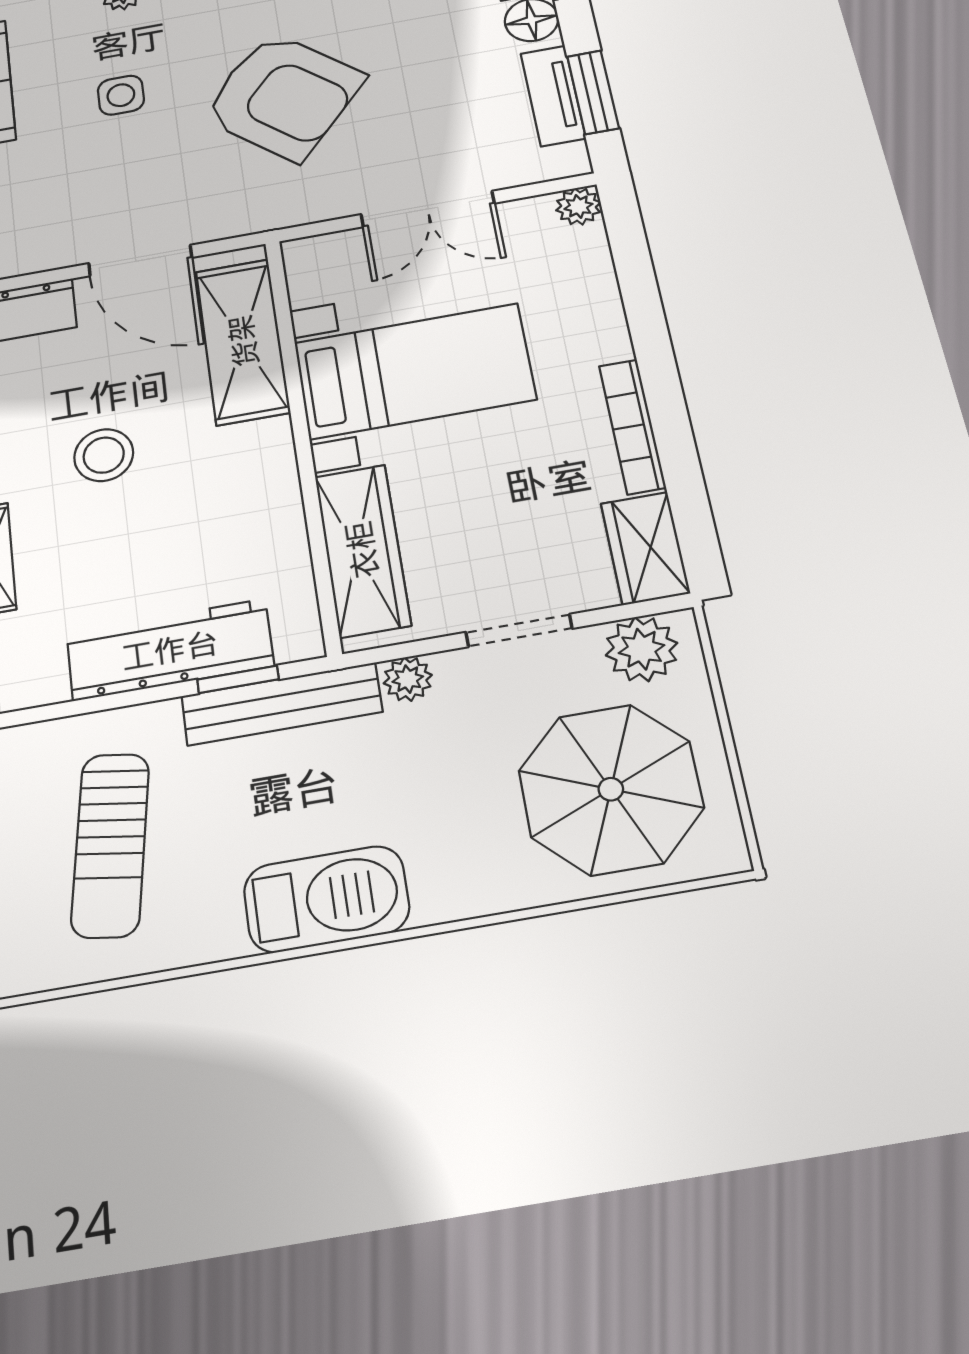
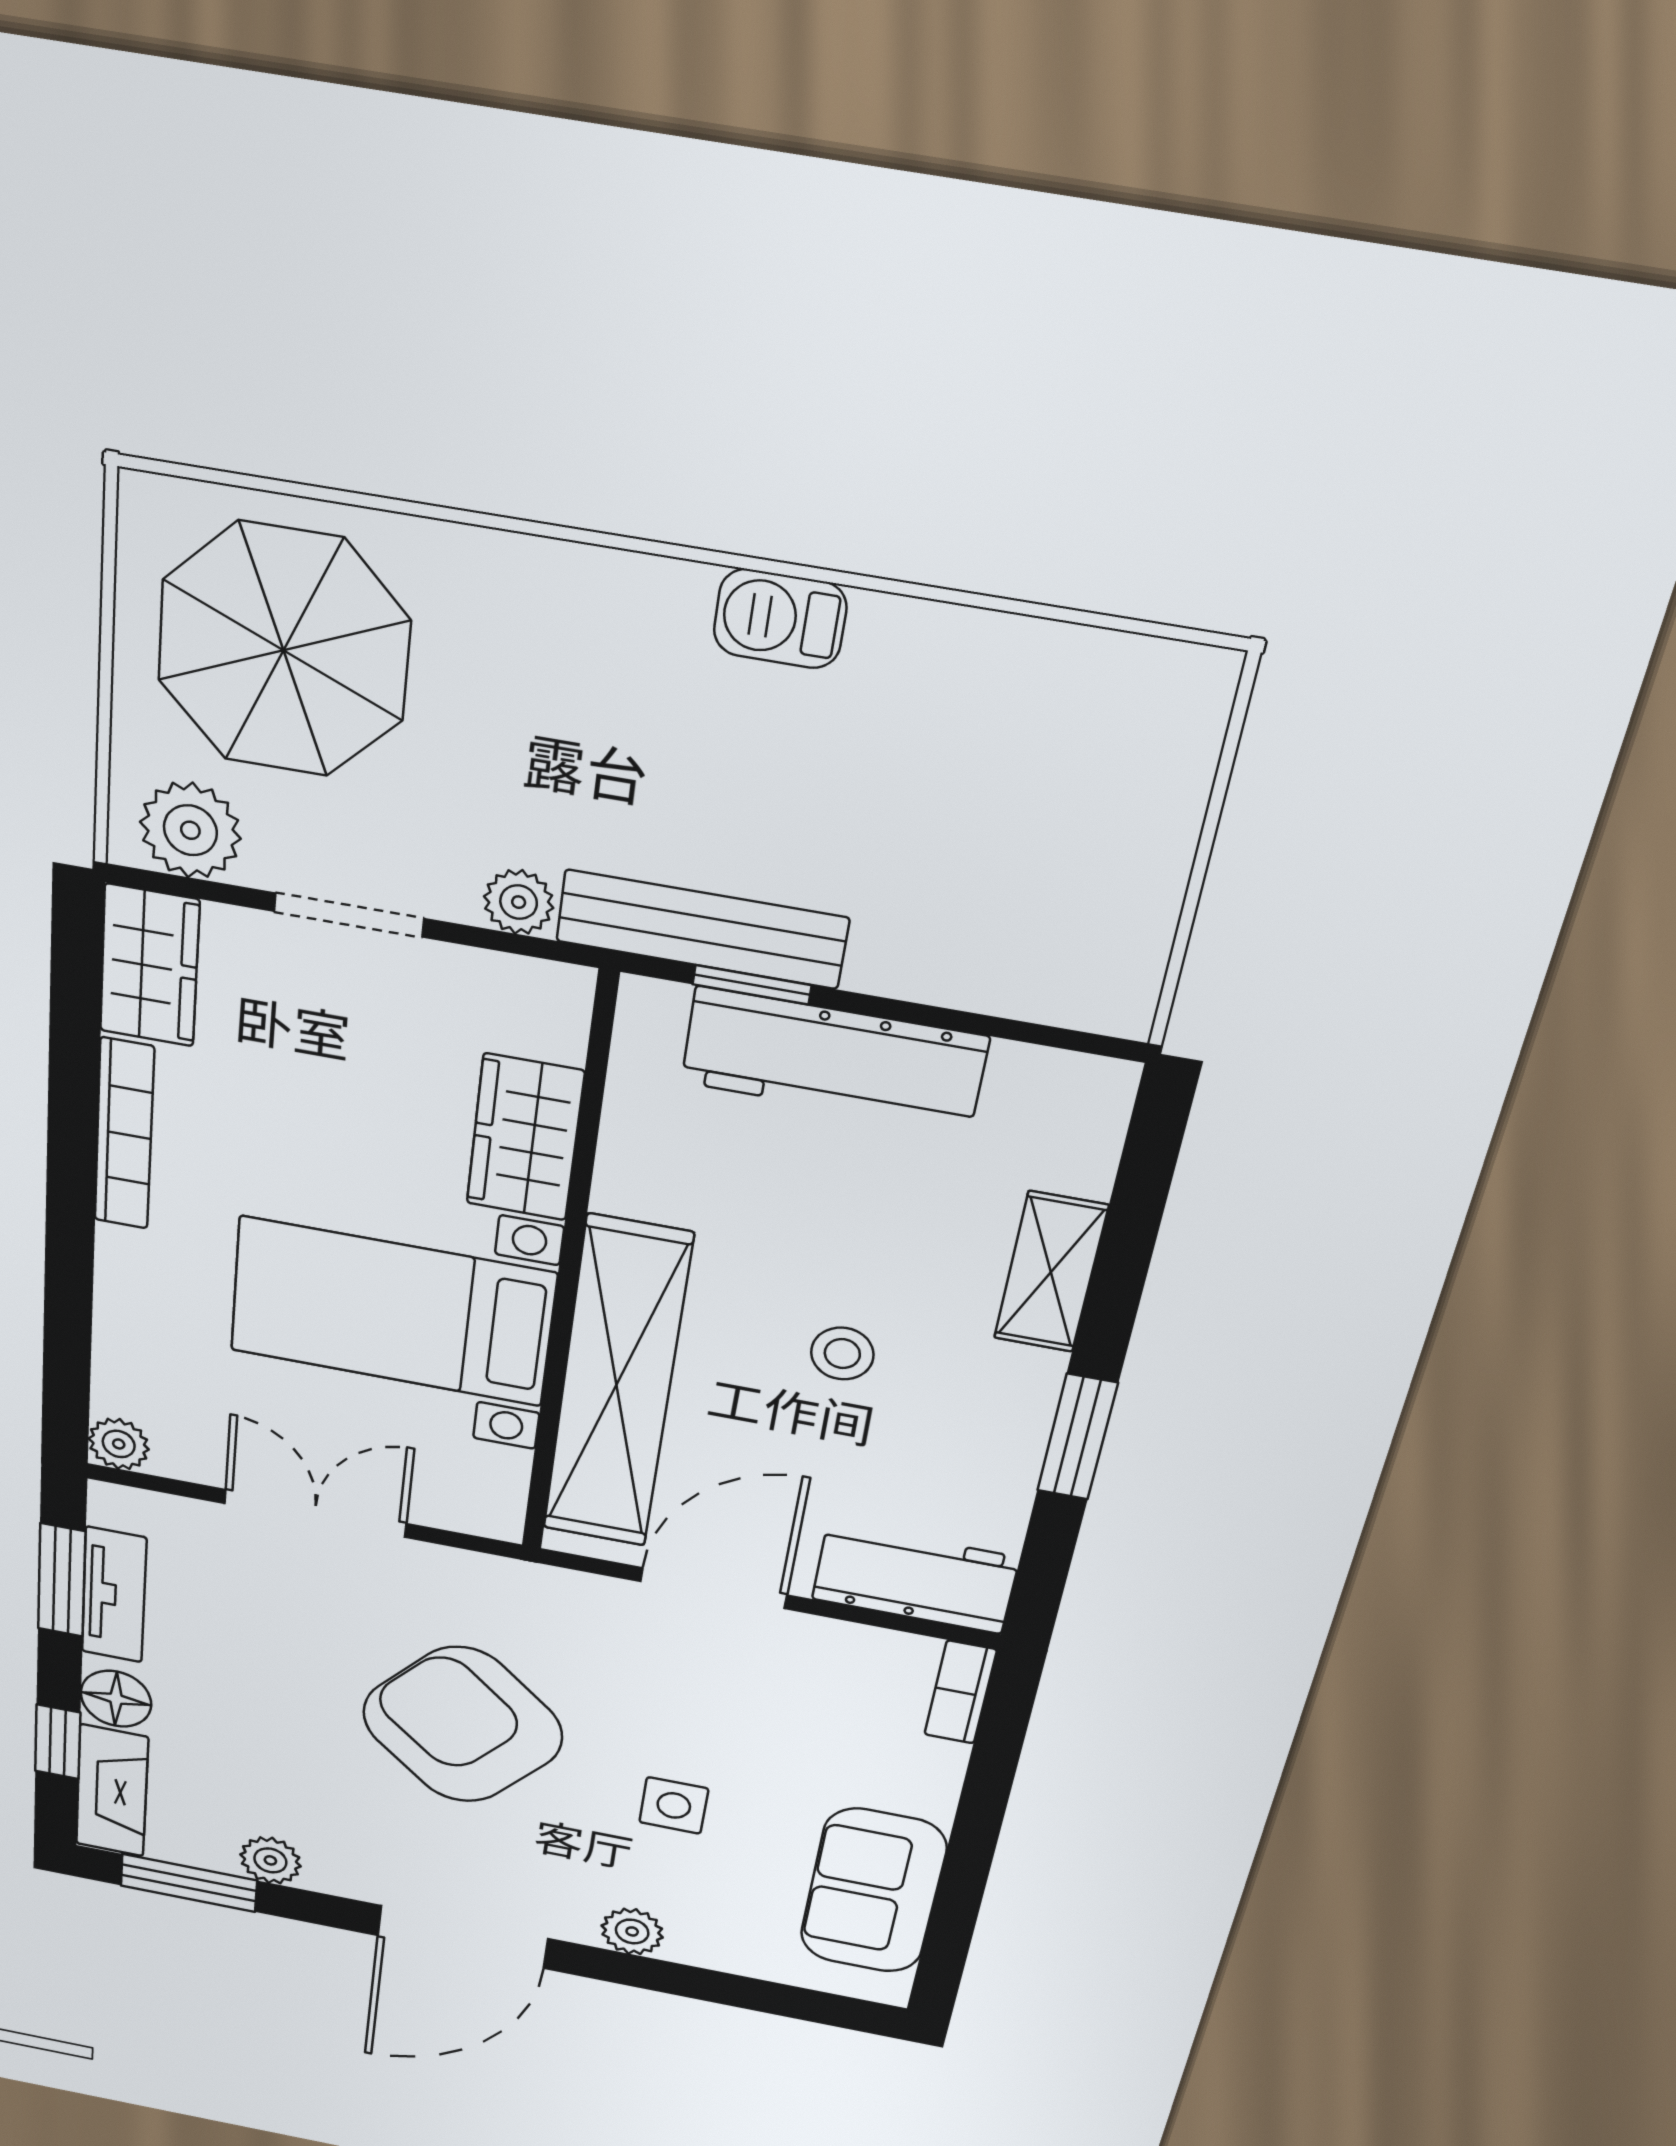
door: (140, 260) -> (714, 1588), hinge flipped
shelving: (243, 341) -> (617, 1385), width x1.47
stool: (104, 455) -> (842, 1354), width x0.73, depth x0.73
wardrobe: (362, 550) -> (525, 1138), width x0.67
sun lounger: (110, 845) -> (1002, 817), removed
barbecue: (326, 899) -> (780, 619), width x0.53, depth x0.65

